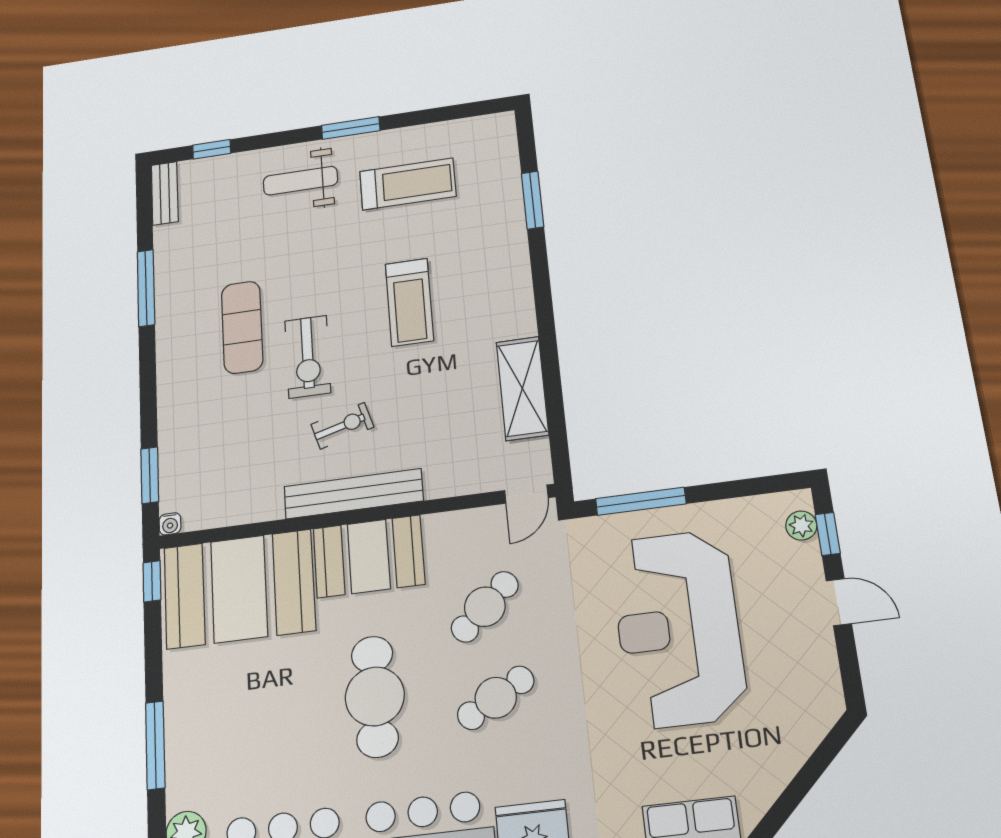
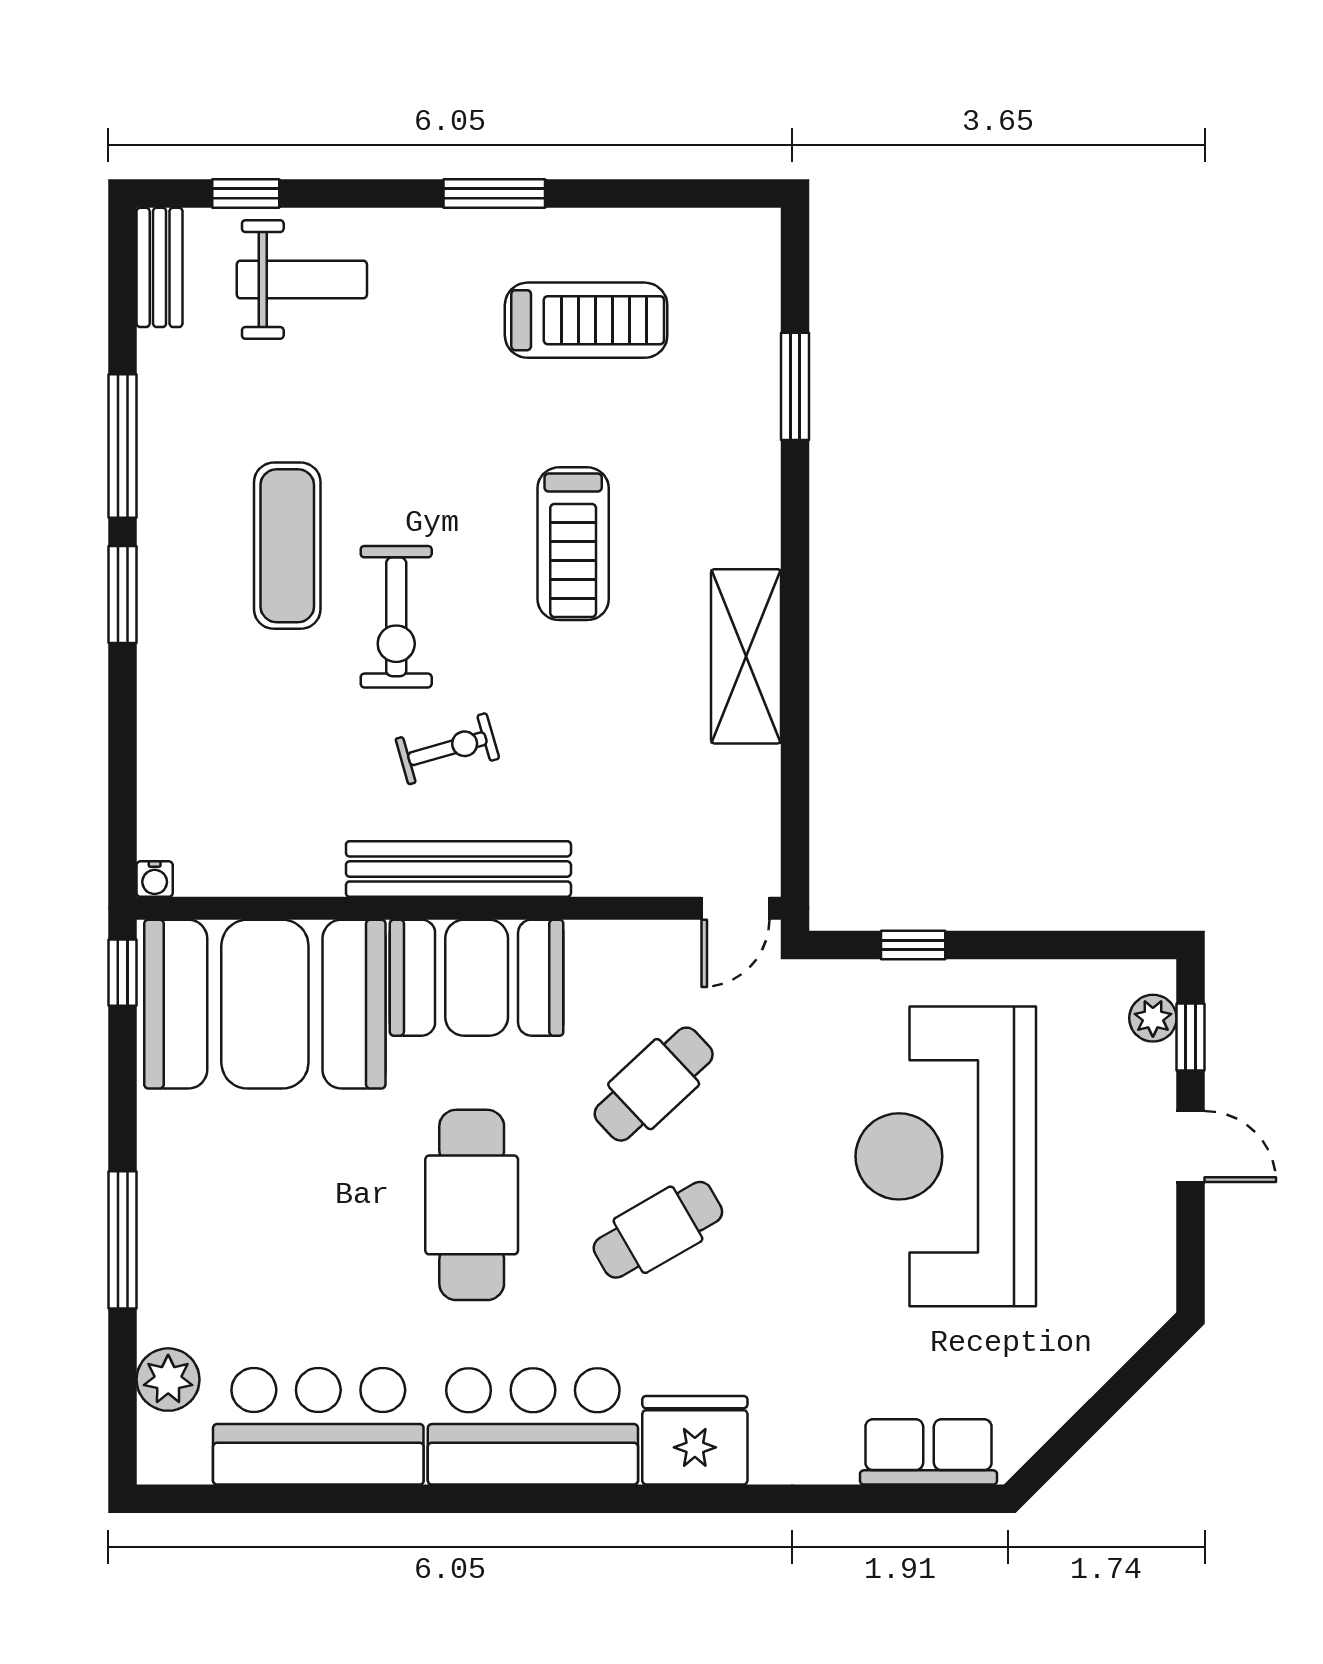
weight bench: (300, 181) -> (302, 280), moved, turned 180
shelving: (522, 388) -> (746, 656), moved
window: (150, 475) -> (123, 595), moved
window: (641, 501) -> (913, 945), width x0.46

